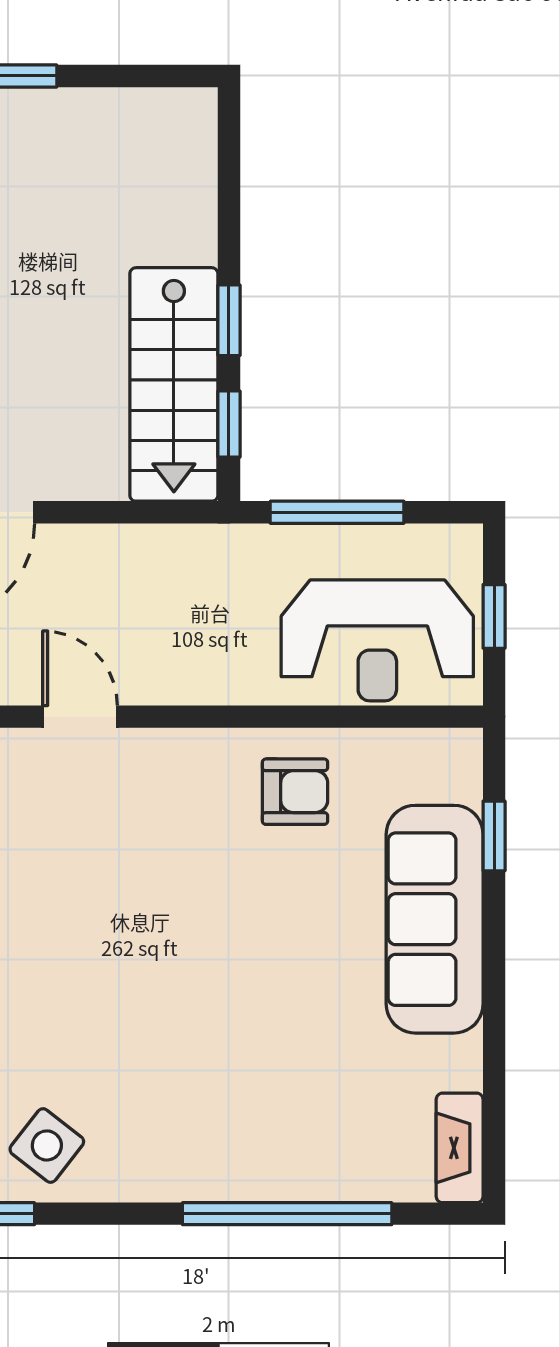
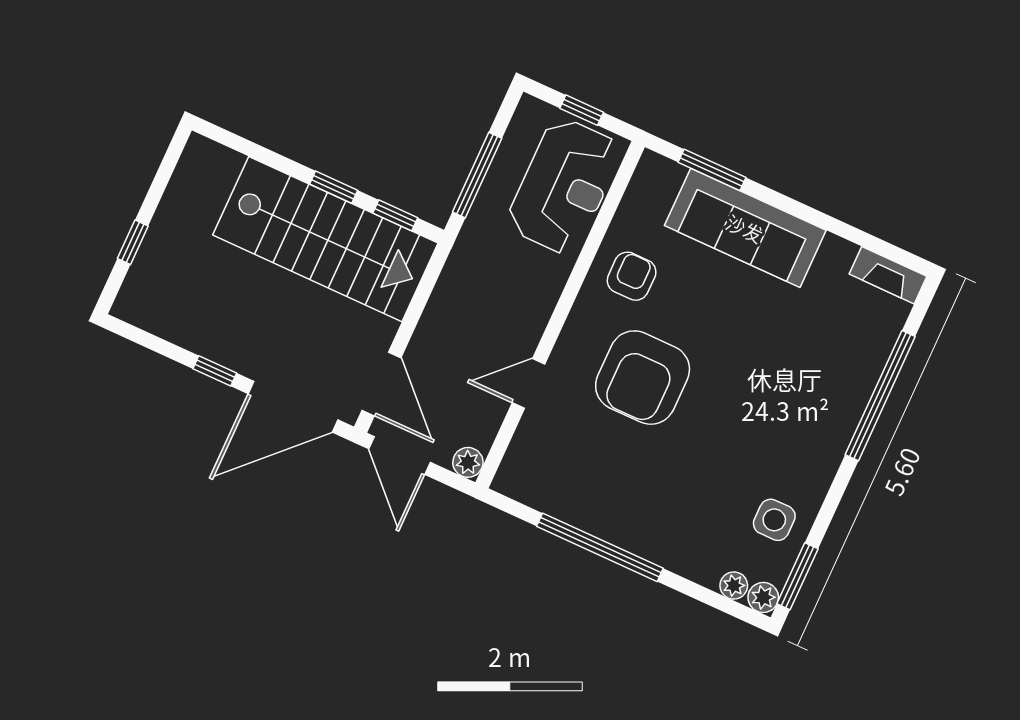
stairs: (174, 384) -> (325, 239), width x1.36, depth x1.51
window: (494, 836) -> (712, 170), width x1.50
armchair: (161, 872) -> (643, 378), added
side table: (47, 1145) -> (774, 520), turned -38

